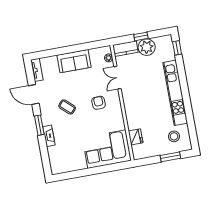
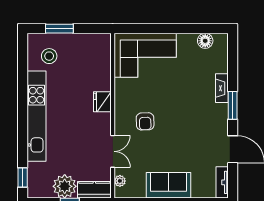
coffee table: (67, 107) -> (190, 124), removed
fridge: (136, 137) -> (102, 102), moved
floor lamp: (67, 167) -> (205, 41), added

